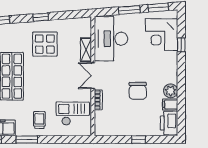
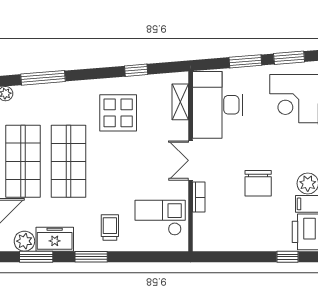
window: (41, 17) -> (136, 70), moved
shelving: (86, 50) -> (180, 102), moved
window: (138, 140) -> (287, 257), moved

